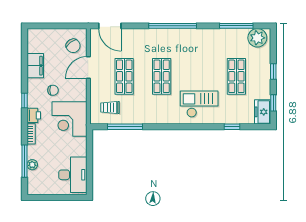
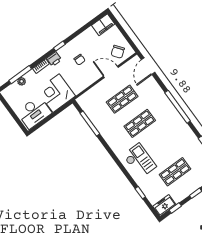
filing cabinet: (35, 66) -> (103, 25), moved
trolley: (110, 107) -> (95, 105), removed
corner desk: (70, 119) -> (56, 93), moved

